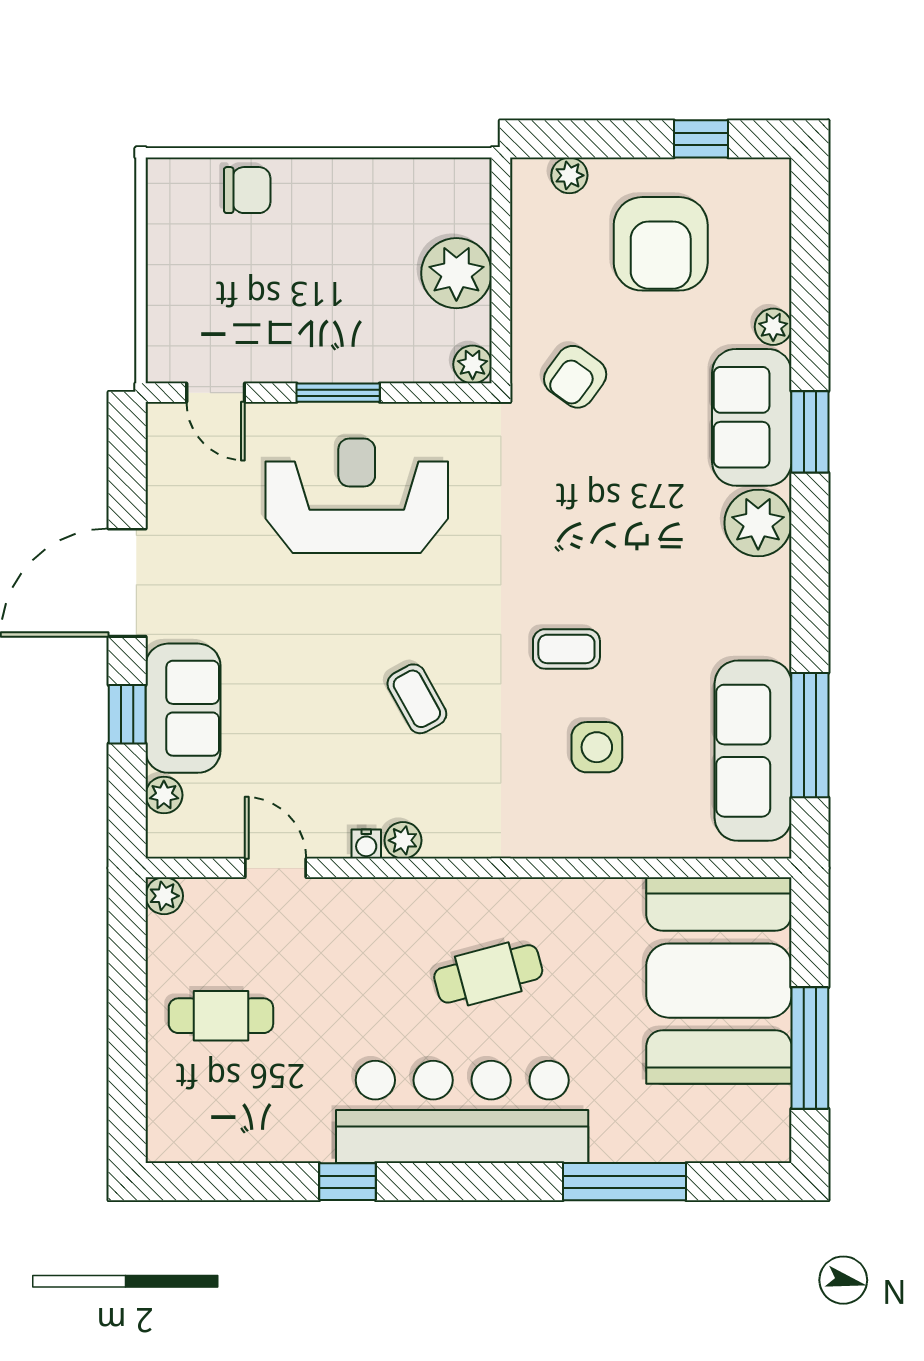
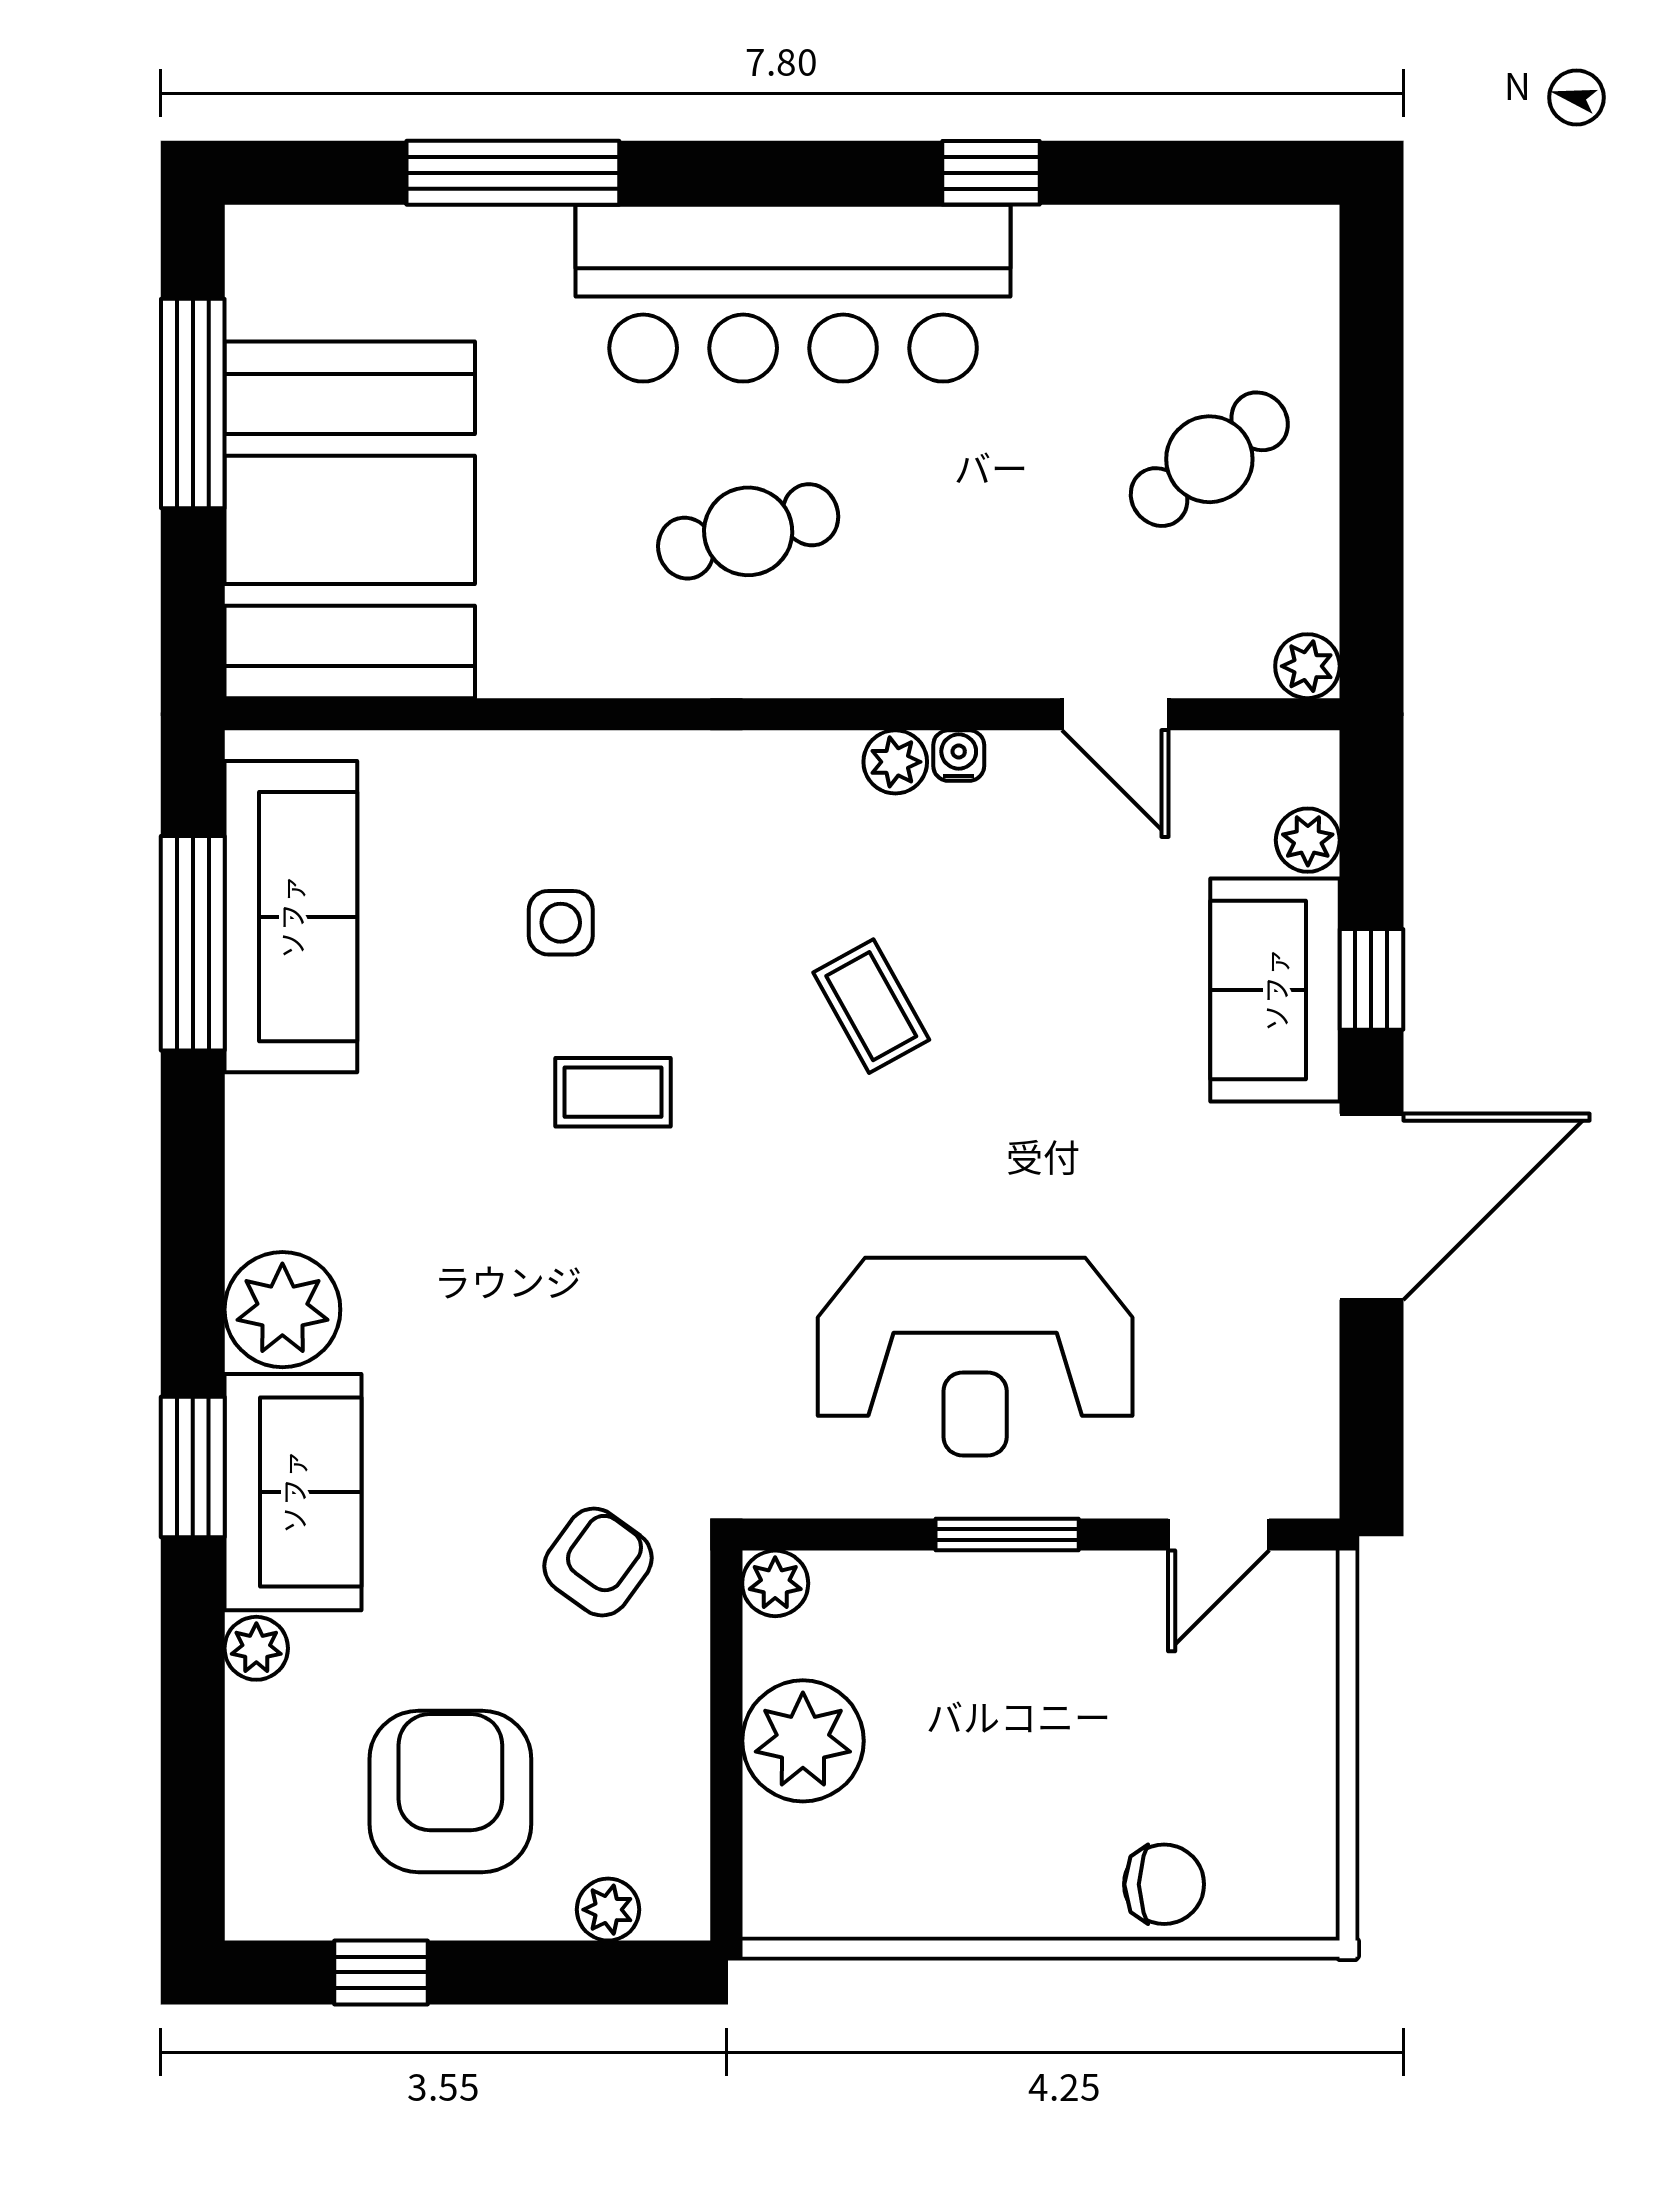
chair: (247, 190) -> (1164, 1884), turned 180
door: (216, 393) -> (1219, 1534), swing flipped
side table: (597, 747) -> (561, 923), width x0.73, depth x0.73
cafe table: (221, 1016) -> (1209, 459), turned -37

